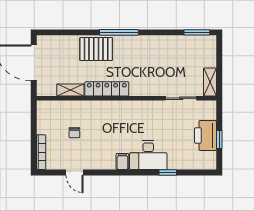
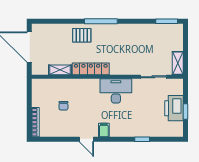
pallet: (96, 49) -> (82, 35), width x0.67, depth x0.71
desk: (148, 155) -> (116, 91), moved, turned 180
door: (75, 173) -> (86, 139), moved

